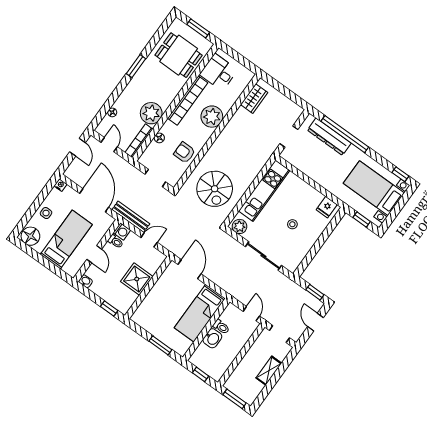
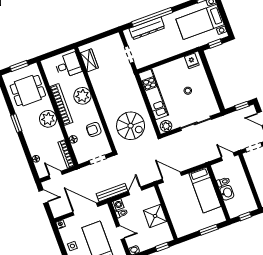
desk: (219, 72) -> (68, 65), moved, turned 180
plant: (151, 113) -> (48, 119), moved

